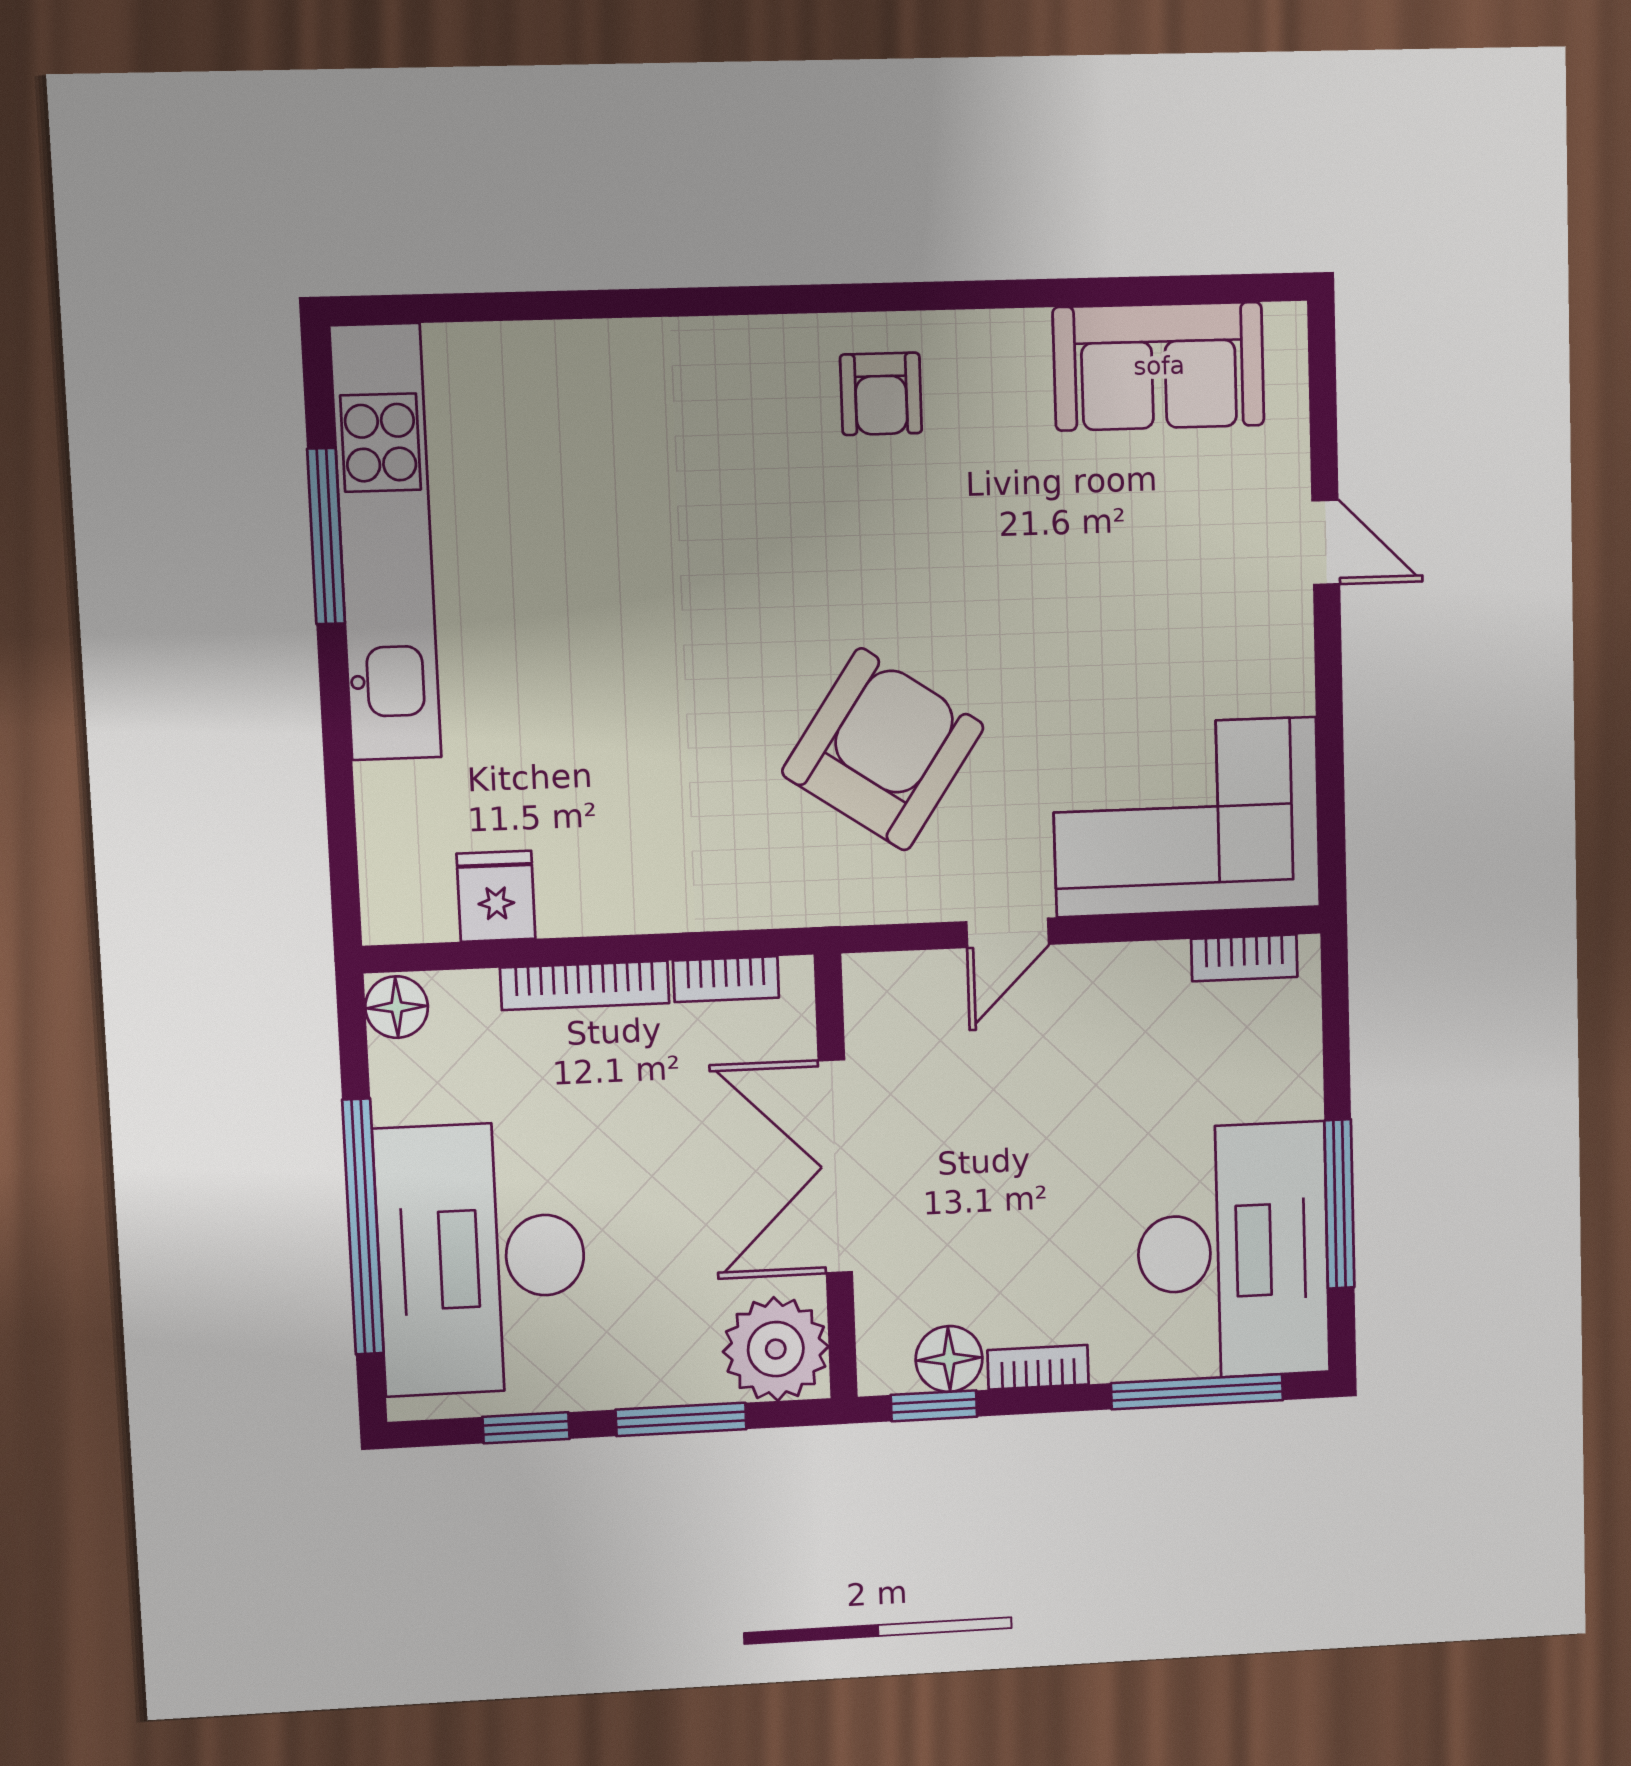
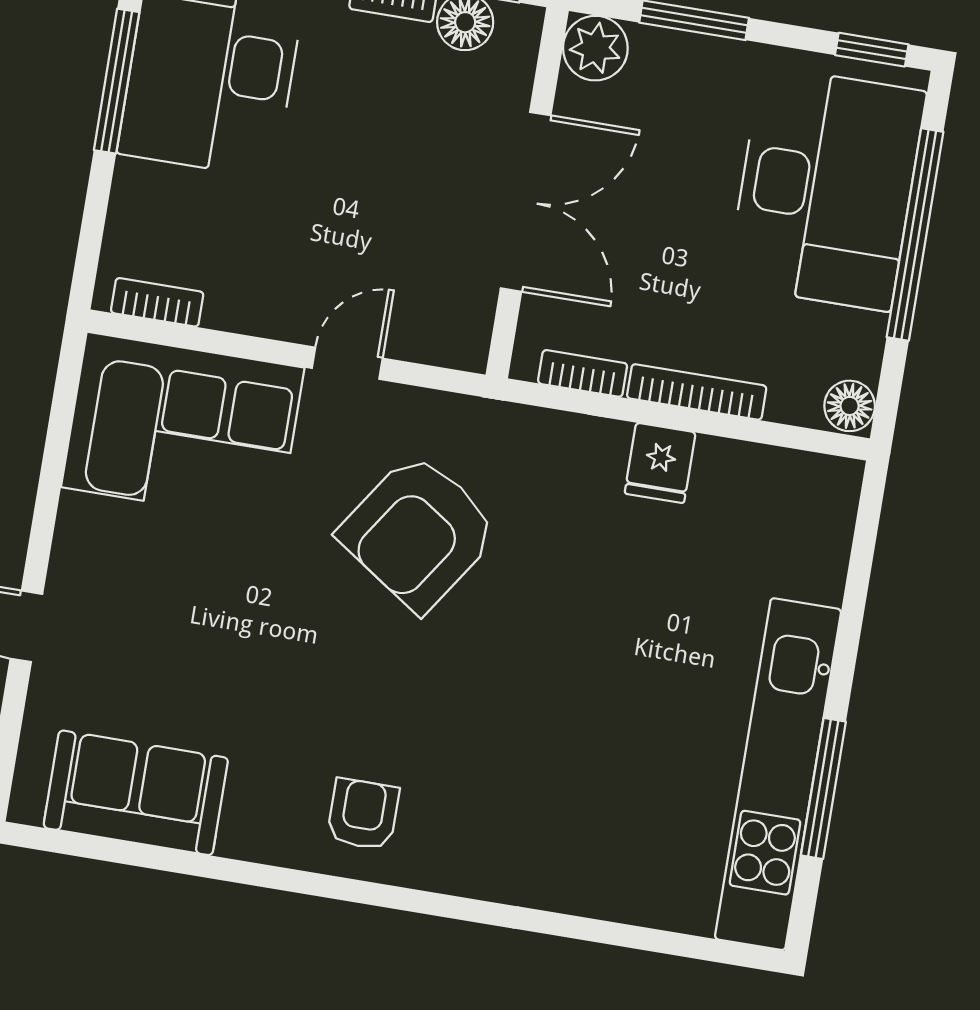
fridge: (496, 896) -> (660, 463), moved
plant: (776, 1349) -> (595, 48), width x0.73, depth x0.73
window: (526, 1428) -> (872, 50), moved

